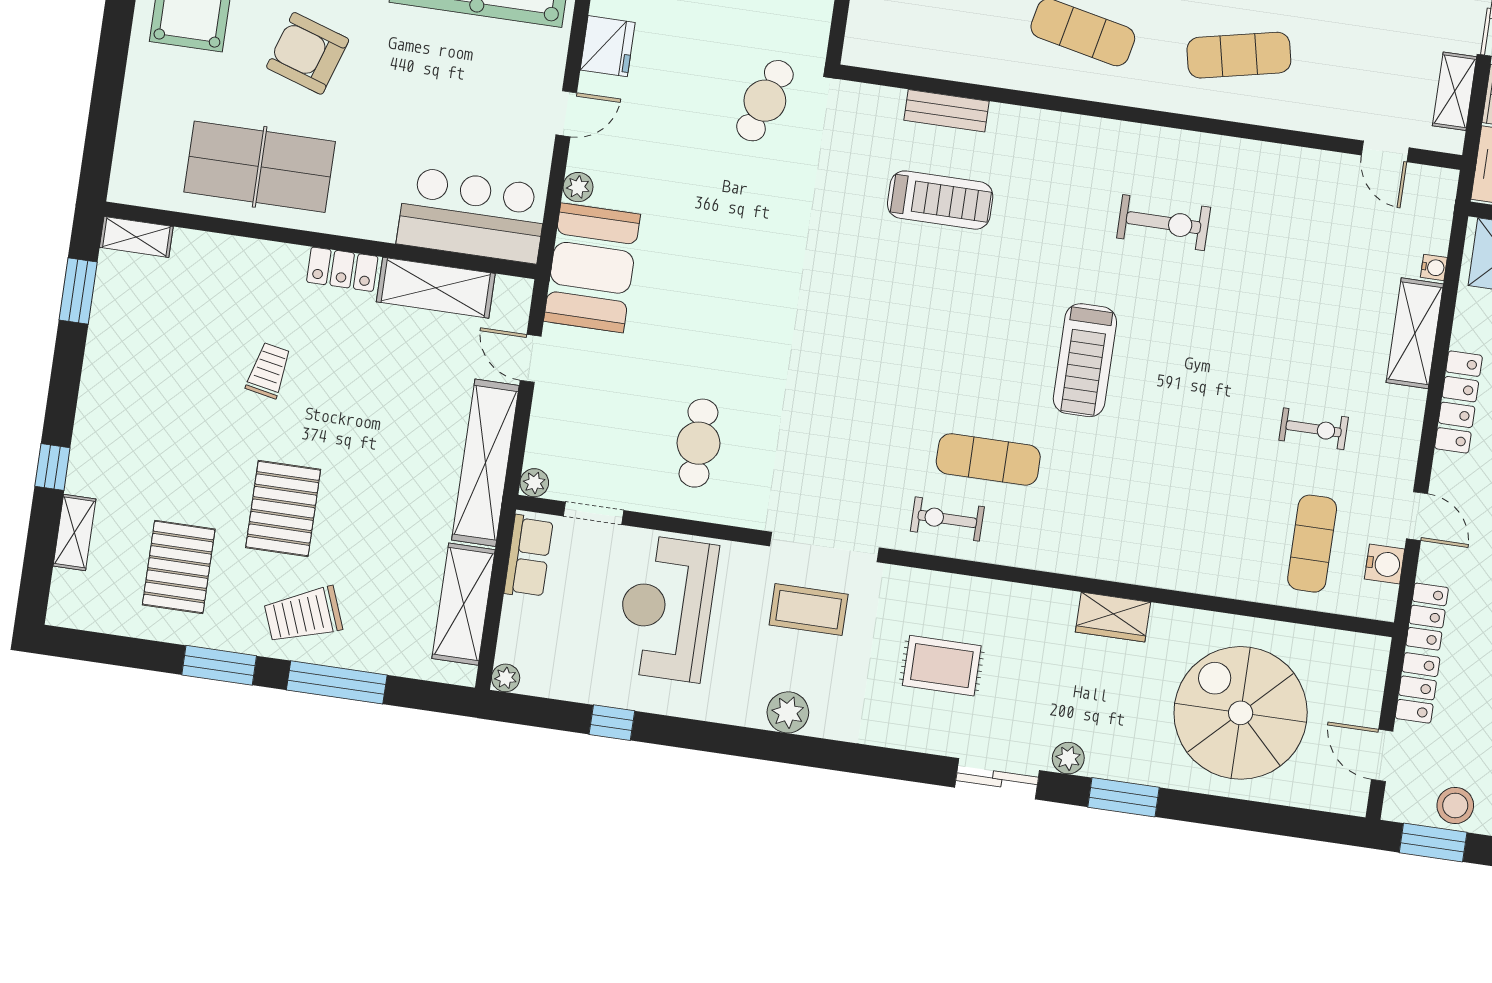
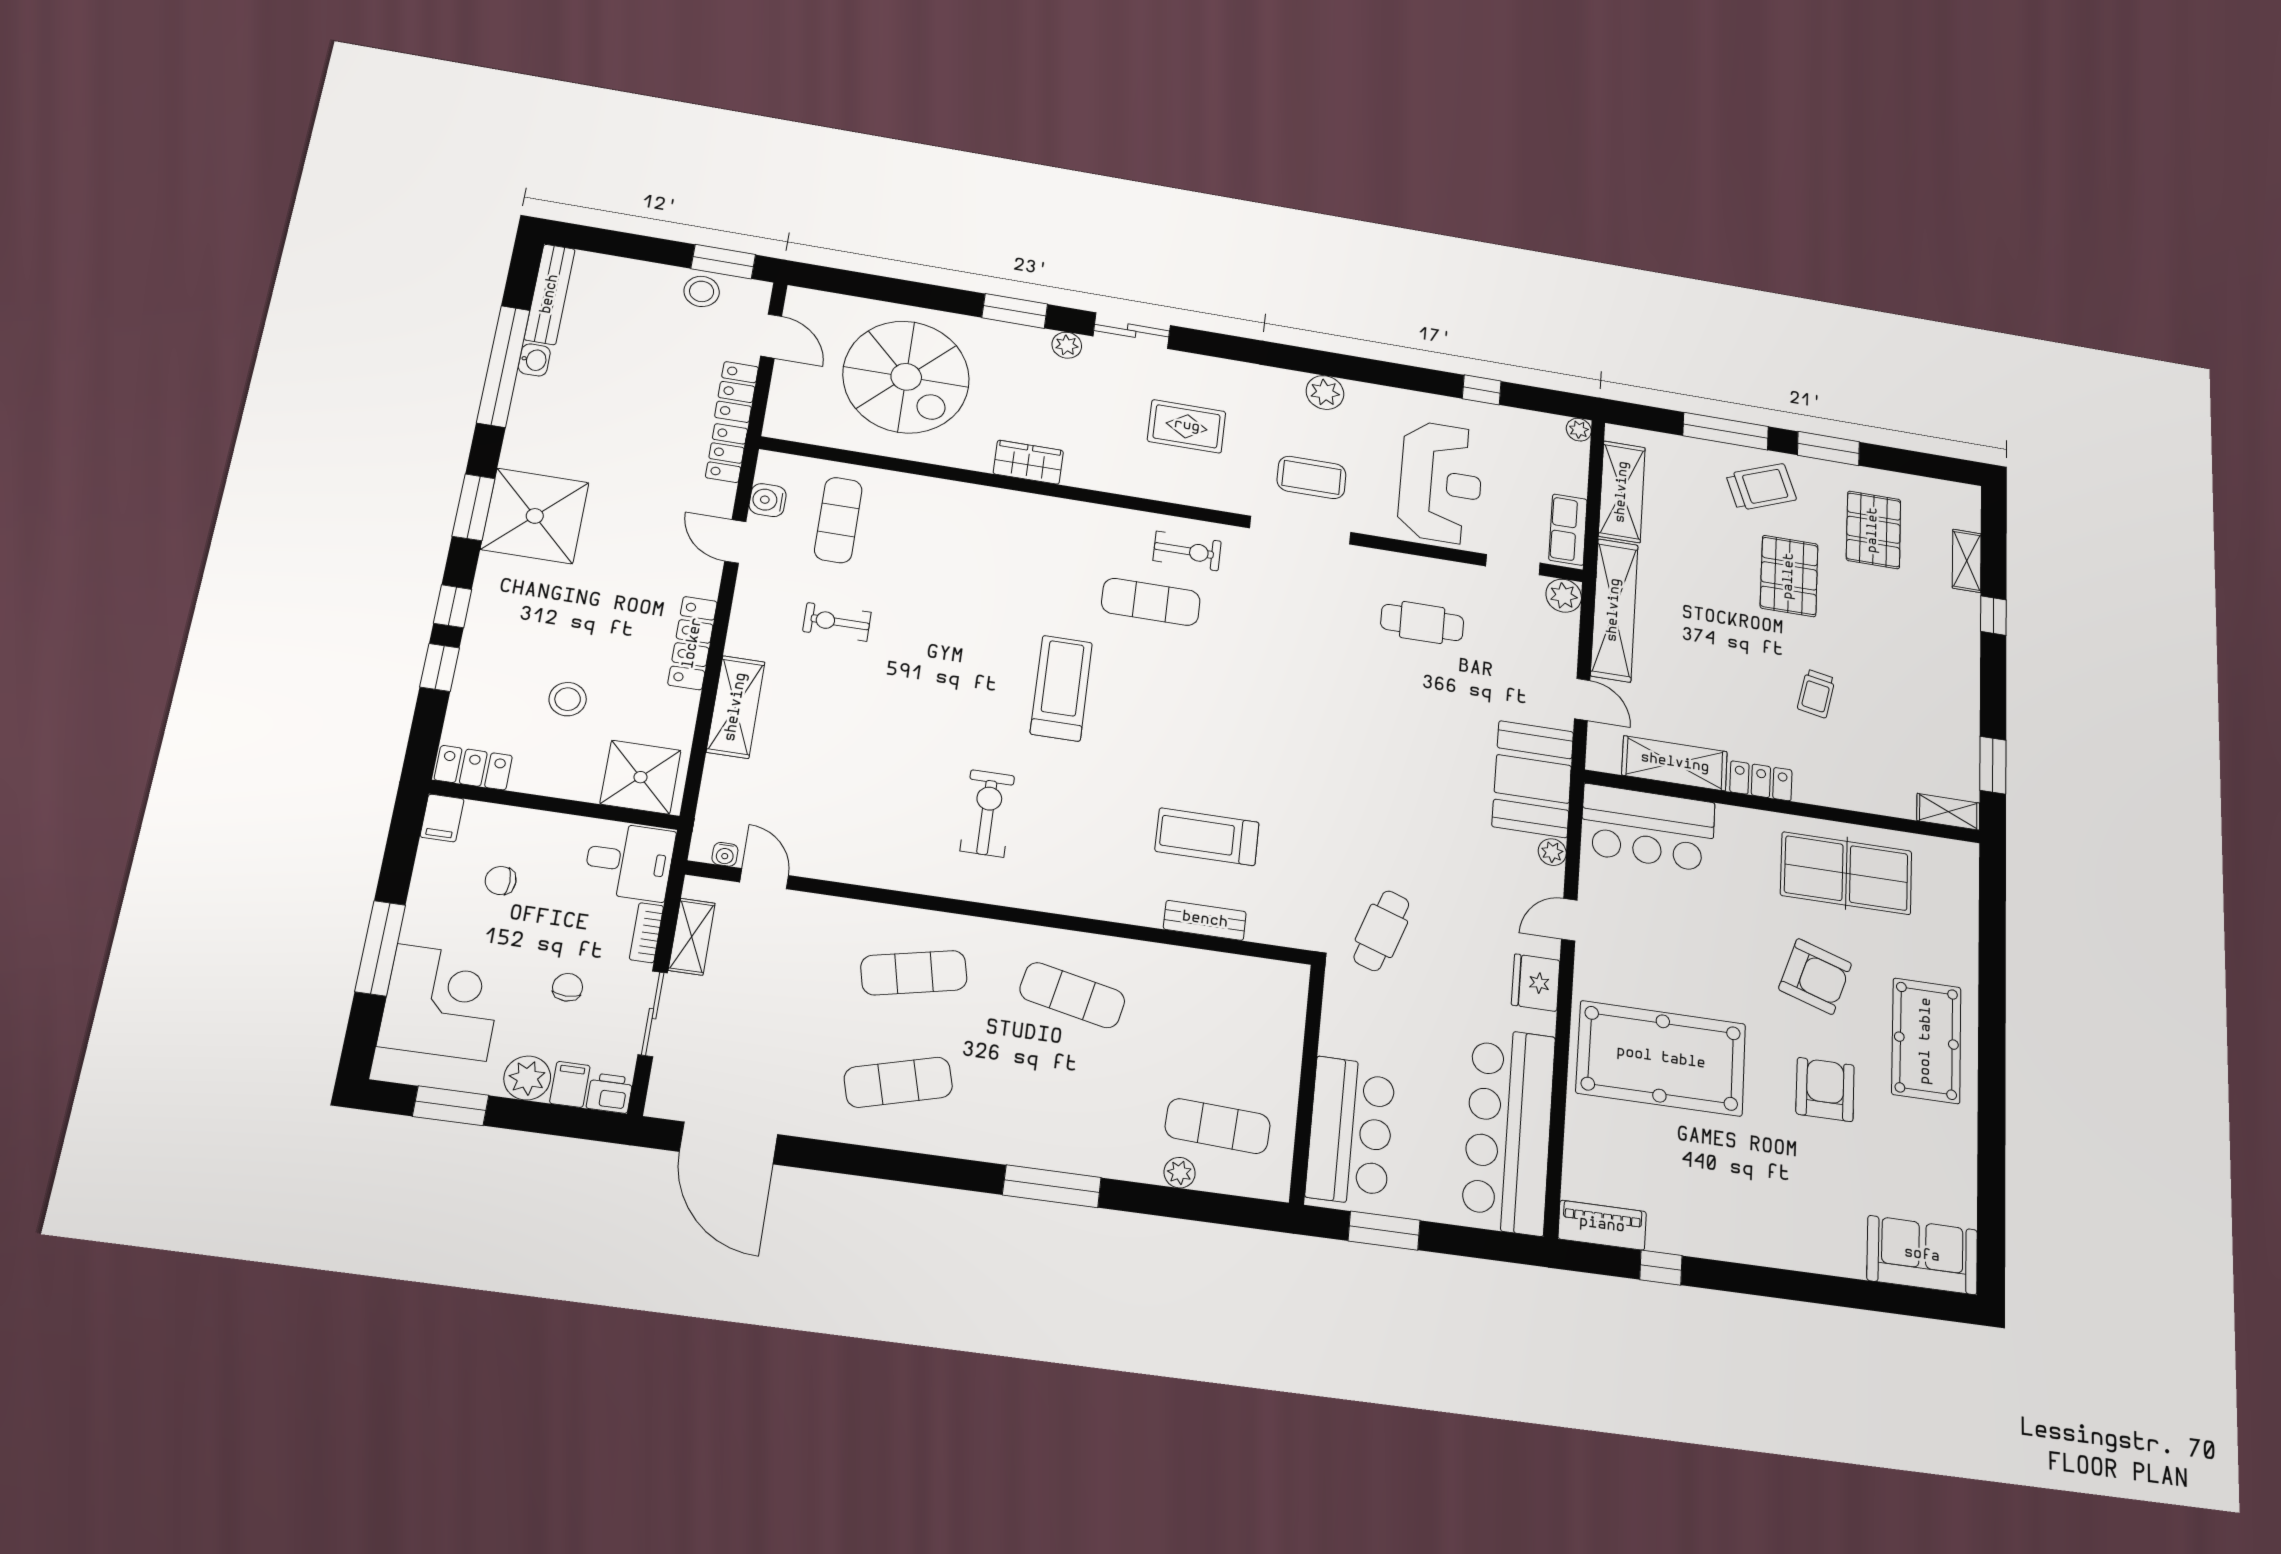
exercise bike: (1164, 223) -> (987, 813), turned 90
water cooler: (1434, 267) -> (725, 854), moved, turned -90
cafe table: (698, 443) -> (1422, 622), turned 90
plant: (534, 483) -> (1564, 596), width x1.38, depth x1.38

